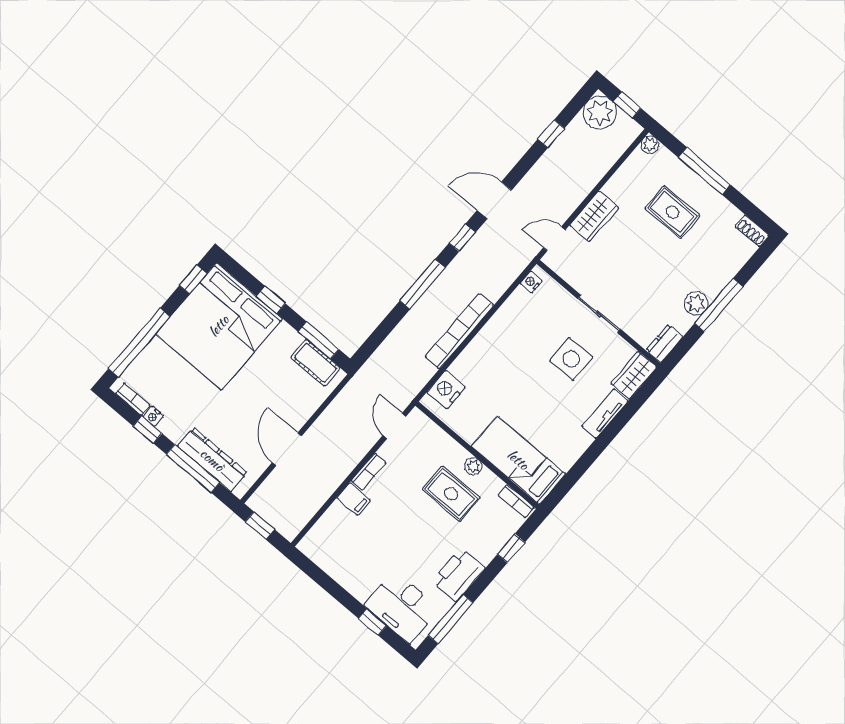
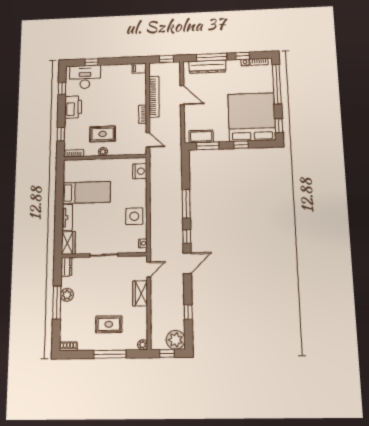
bookcase: (459, 331) -> (154, 97), moved
side table: (571, 359) -> (134, 216), moved
bed: (518, 460) -> (87, 192), moved
filing cabinet: (353, 499) -> (139, 68), moved
window: (451, 619) -> (62, 89), width x0.46

